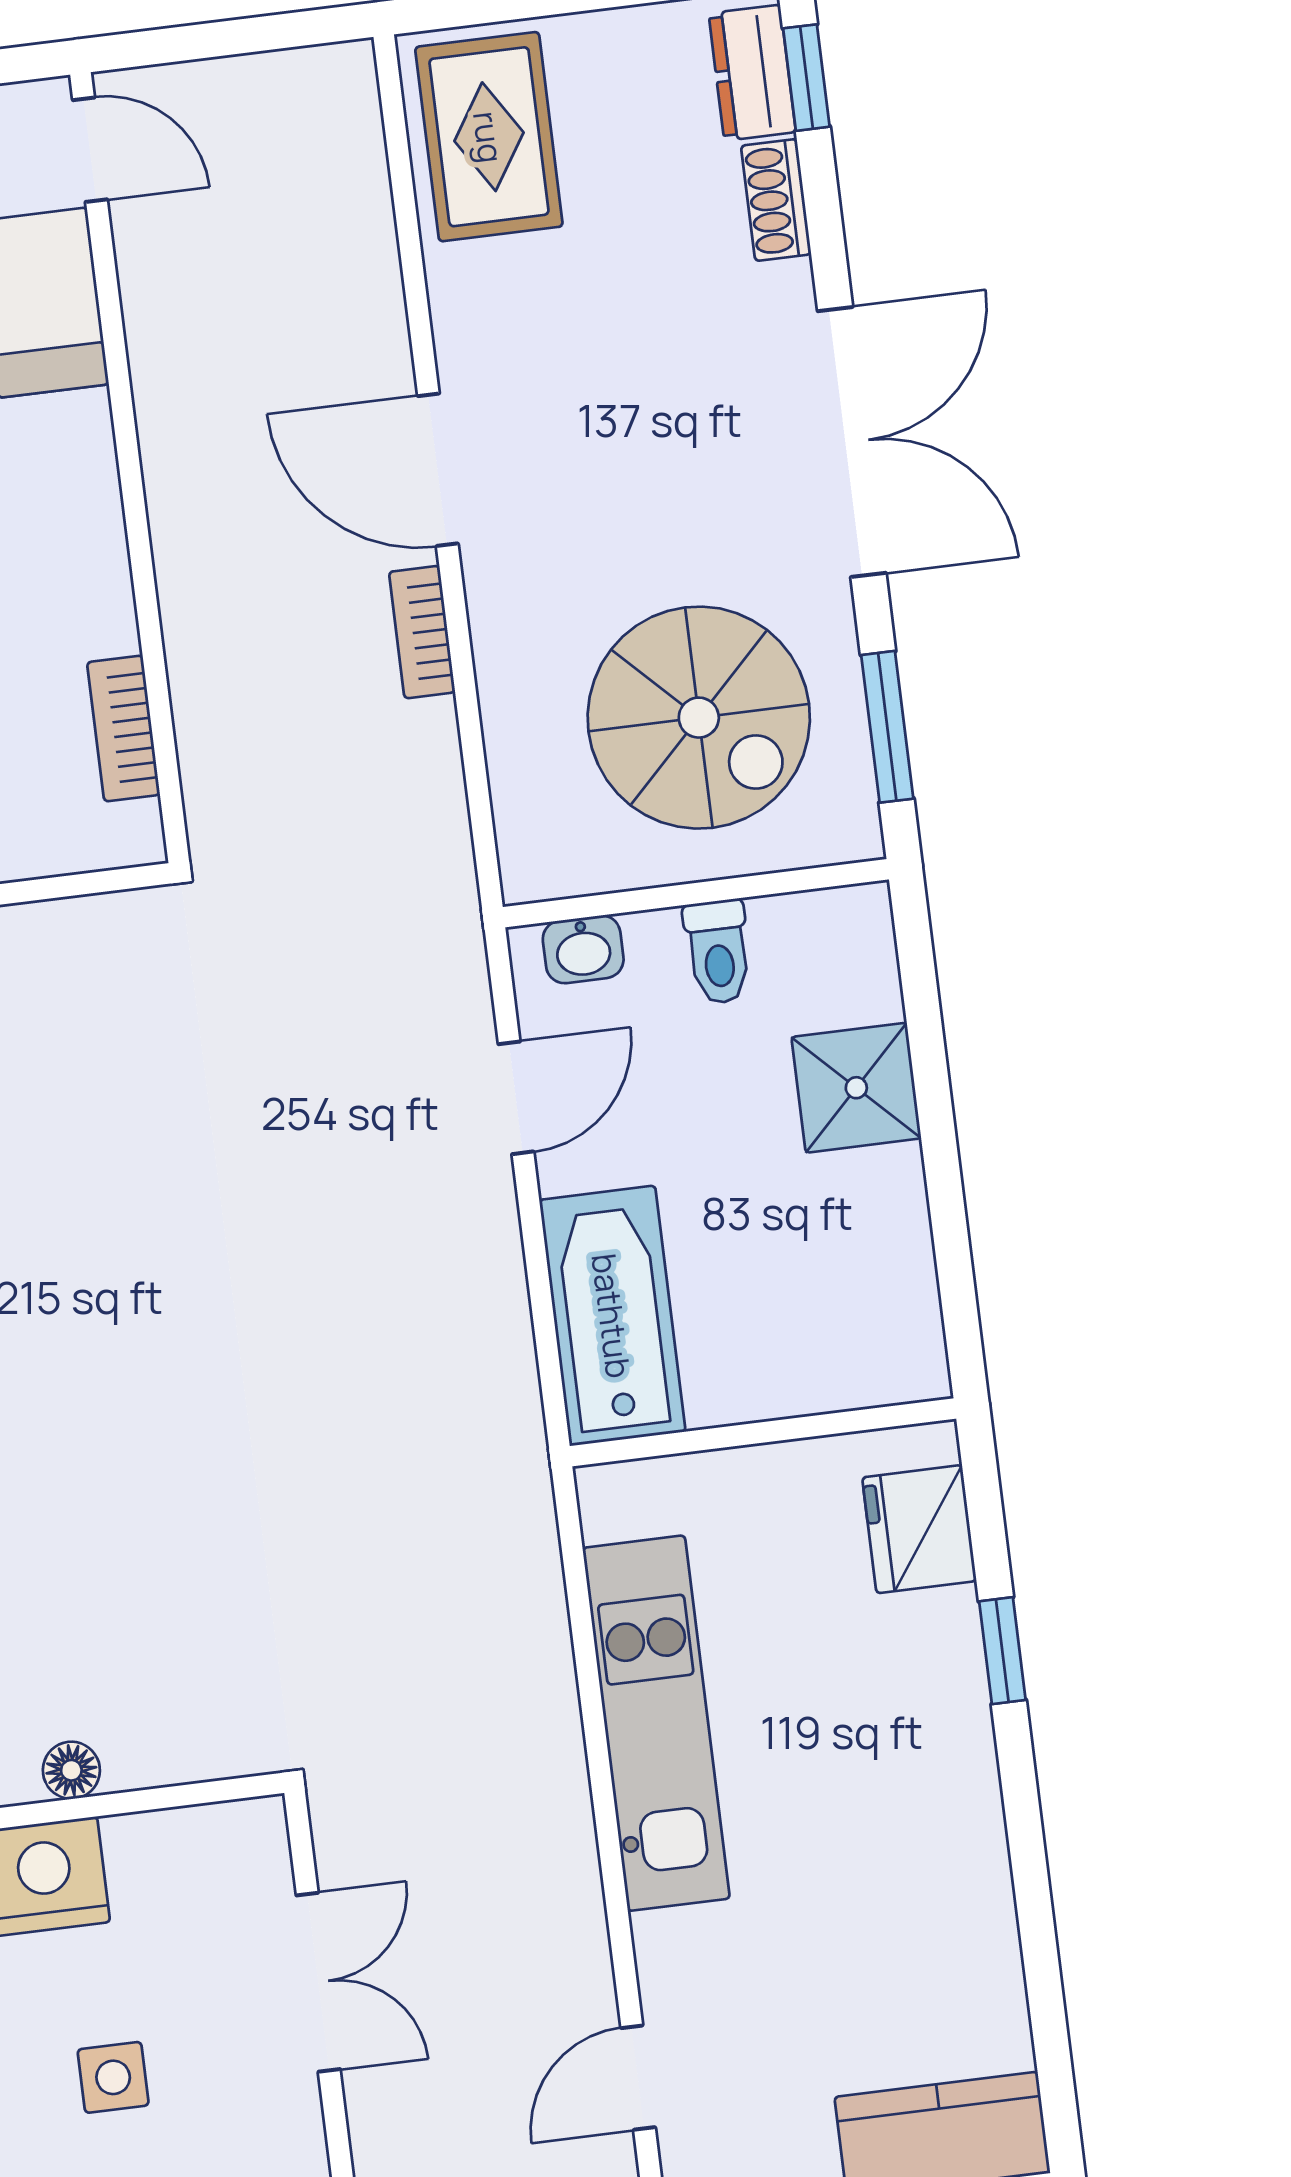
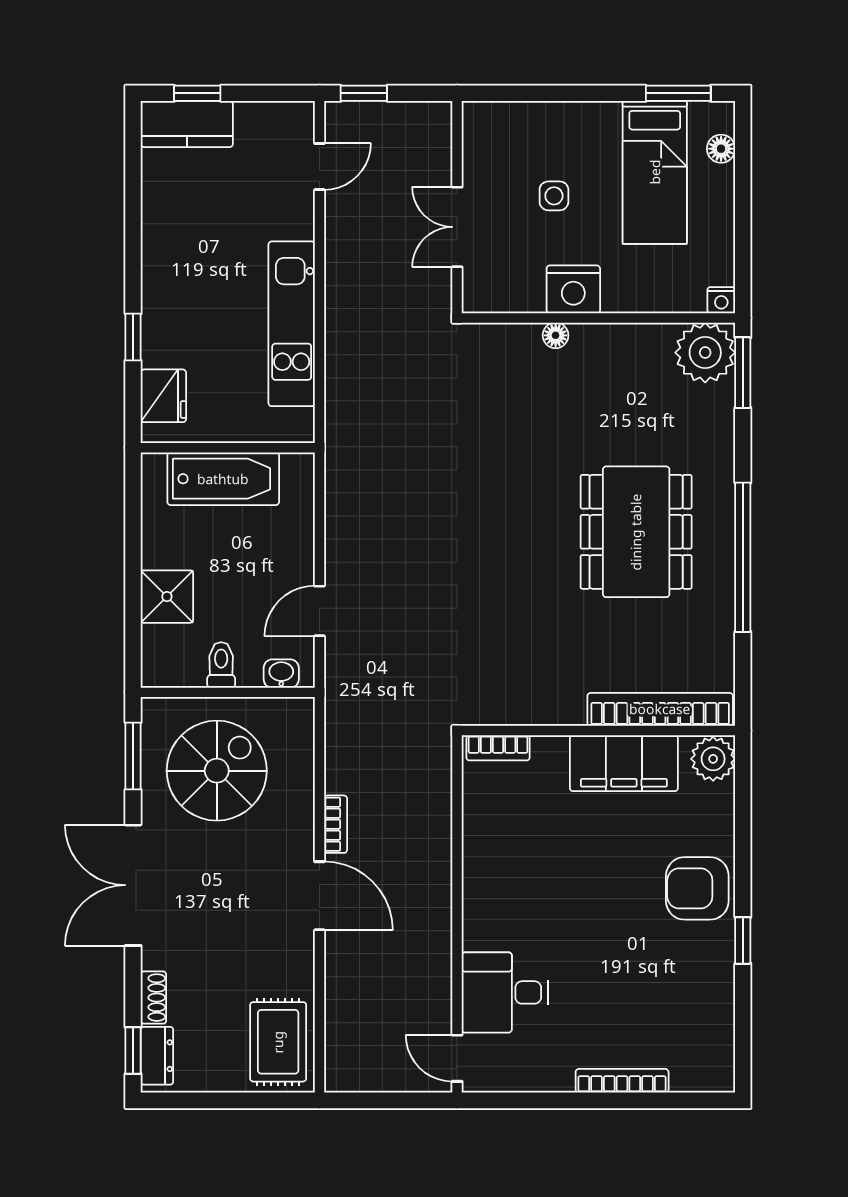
spiral stairs: (699, 718) -> (217, 771), turned 90
bookcase: (123, 728) -> (498, 748), moved, turned 90
bathtub: (612, 1316) -> (223, 479), moved, turned -90

